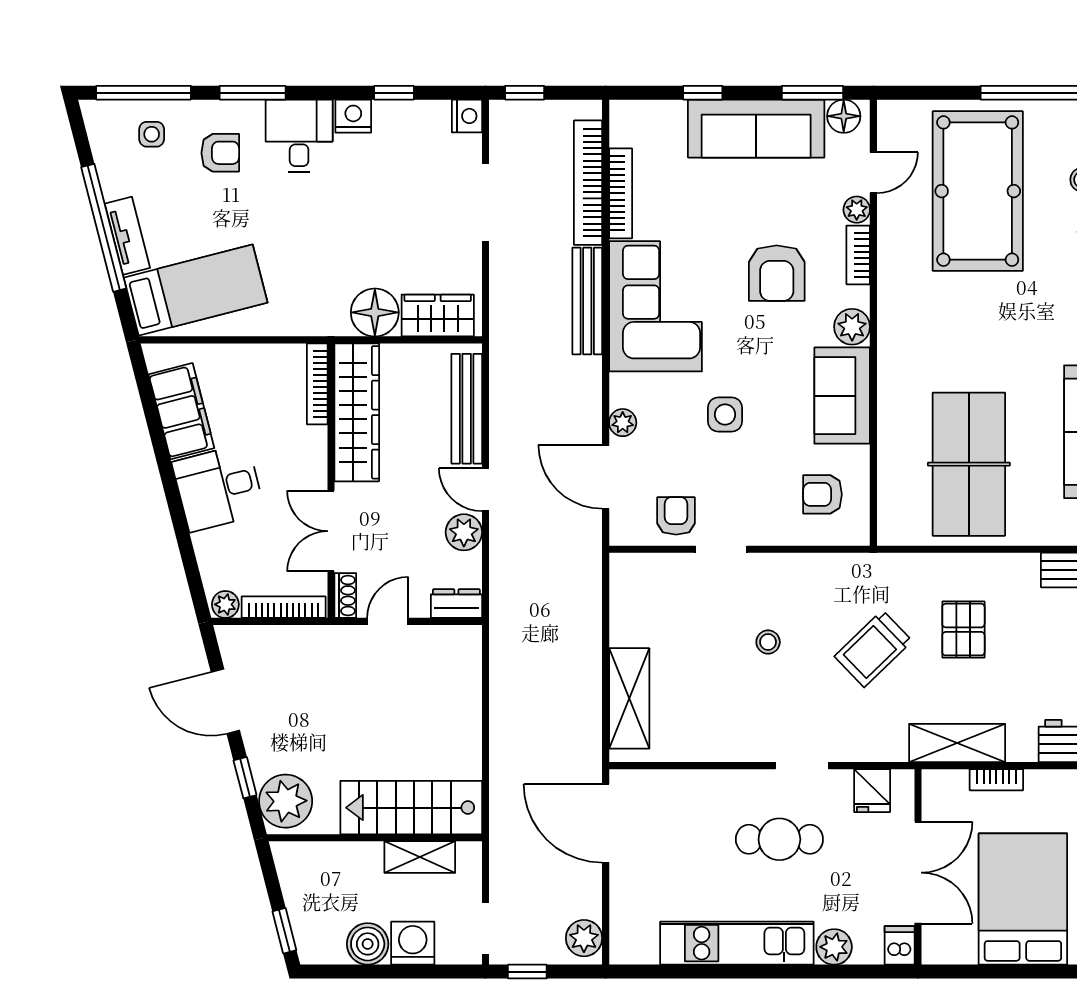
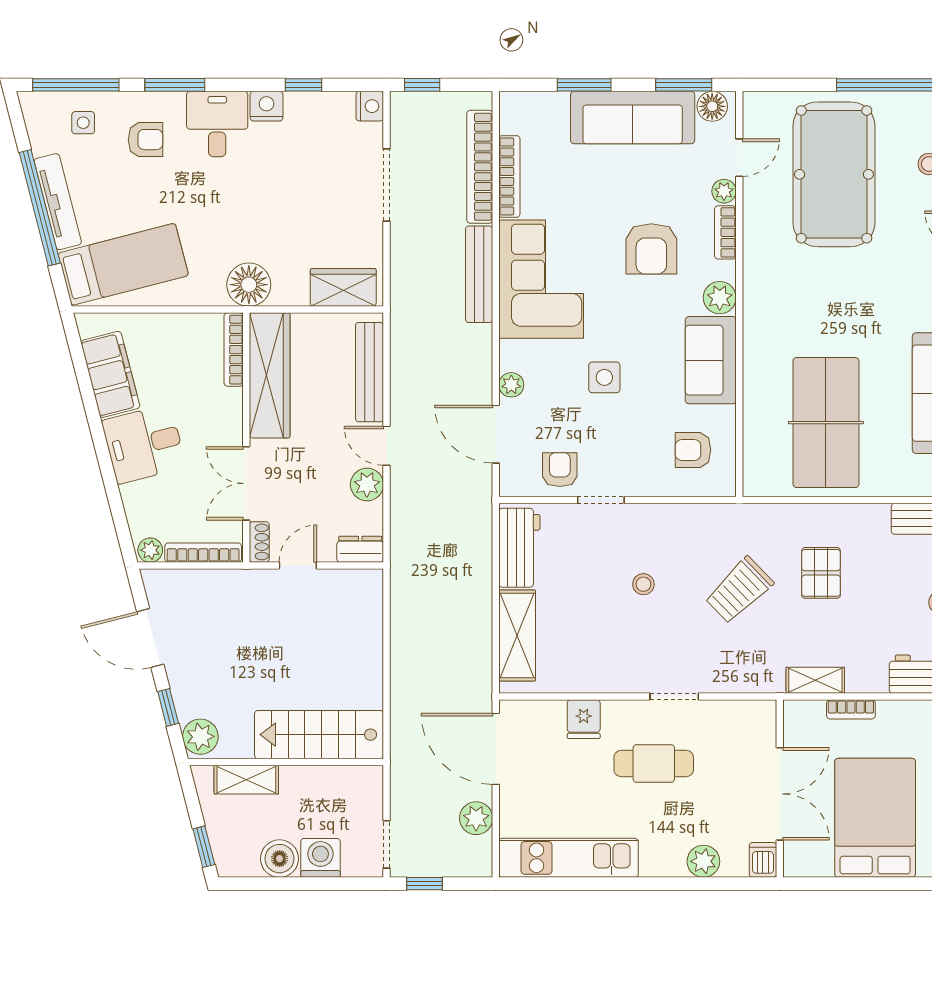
window: (703, 93) -> (584, 85), width x1.50
tv unit: (127, 236) -> (58, 202), width x1.41
floor lamp: (375, 312) -> (249, 285), moved
workbench: (632, 602) -> (519, 548), added
shelving: (957, 743) -> (815, 680), width x0.67, depth x0.75
fridge: (872, 791) -> (584, 719), moved
plant: (286, 801) -> (200, 737), width x0.73, depth x0.73
shelving: (420, 857) -> (246, 780), moved
plant: (584, 938) -> (476, 818), moved
kitchen unit: (737, 943) -> (569, 858), moved

